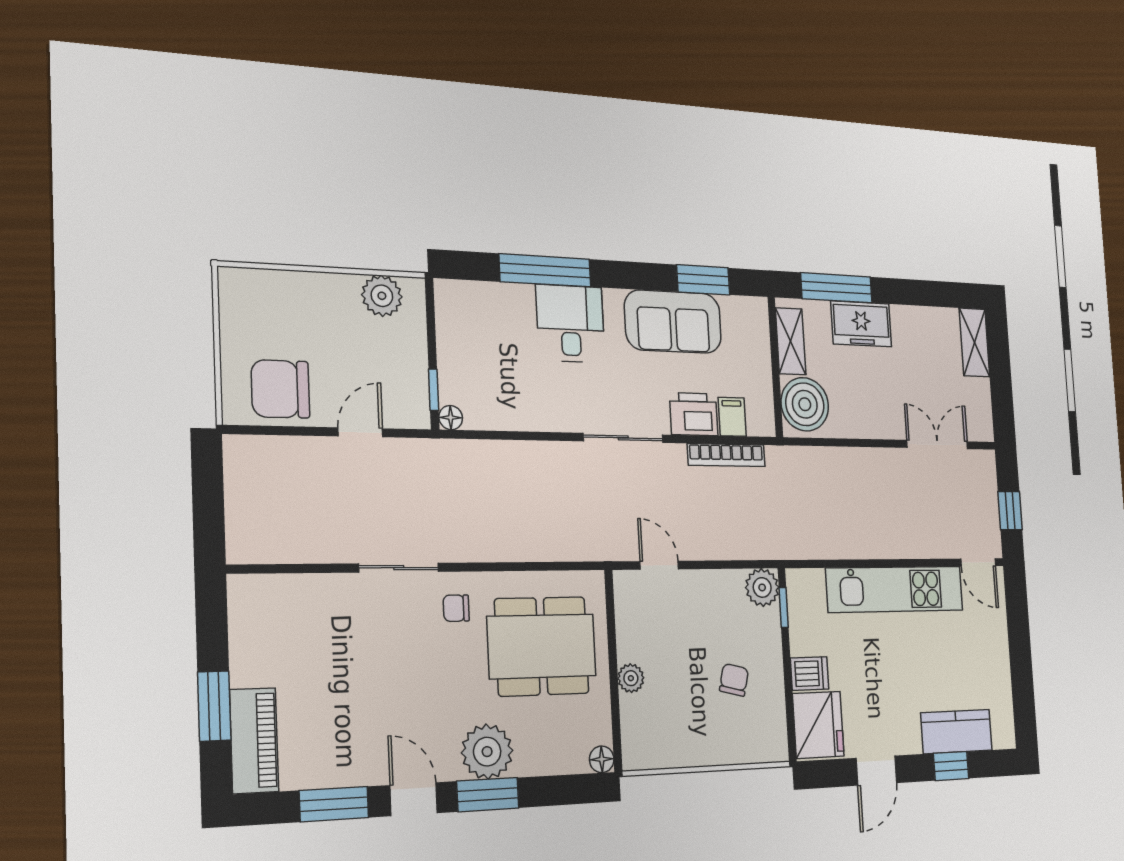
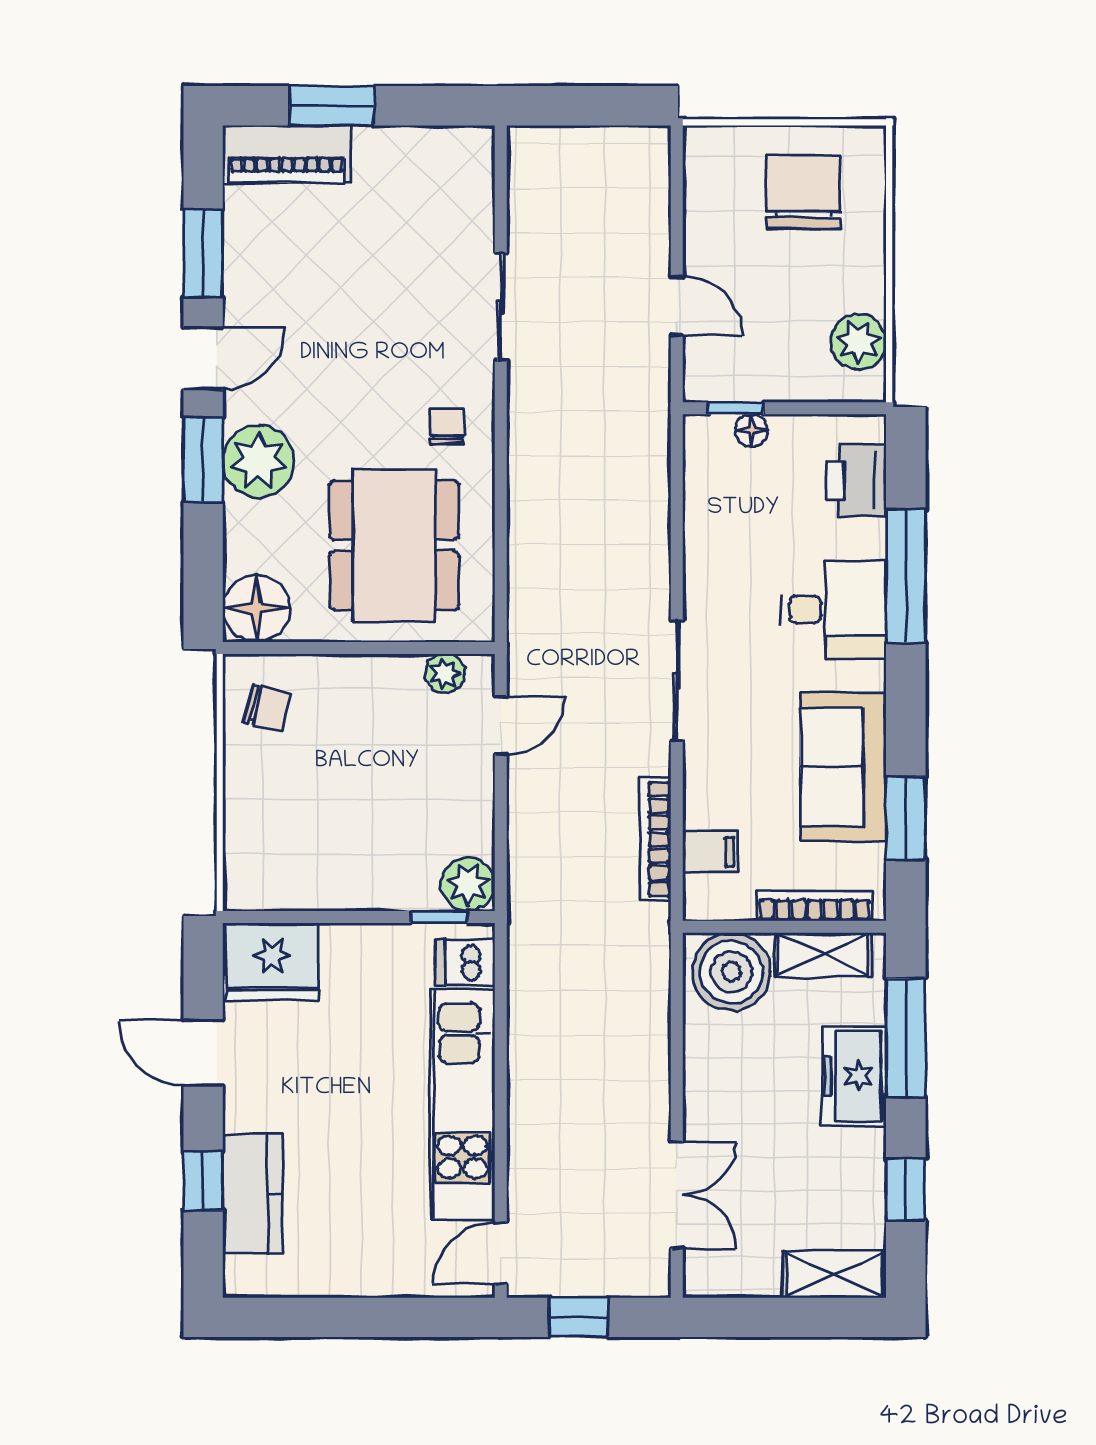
window: (924, 293) -> (906, 1189), added
bookcase: (761, 345) -> (815, 906), added
chair: (280, 389) -> (804, 192), moved
printer: (694, 414) -> (856, 480), moved, turned 180
floor lamp: (451, 418) -> (751, 430), moved
sliding door: (399, 568) -> (501, 307), moved
dishwasher: (810, 674) -> (465, 962), moved, turned 90
plant: (631, 678) -> (445, 673), moved
chair: (734, 680) -> (267, 708), moved
floor lamp: (602, 759) -> (256, 608), width x1.89, depth x1.89

